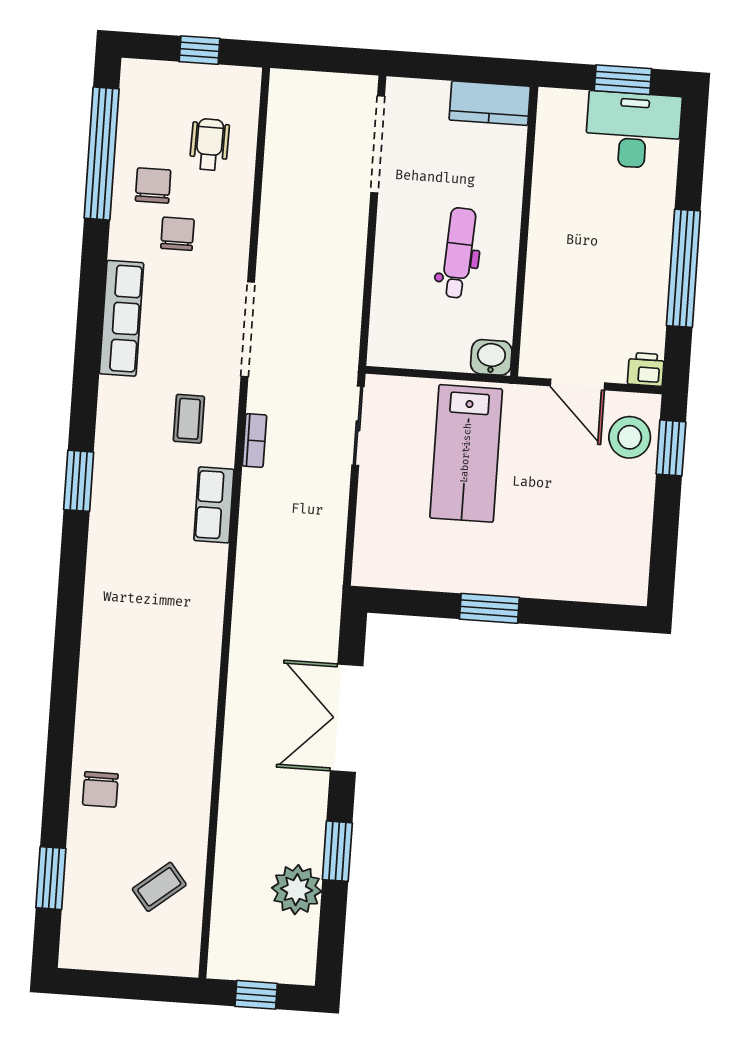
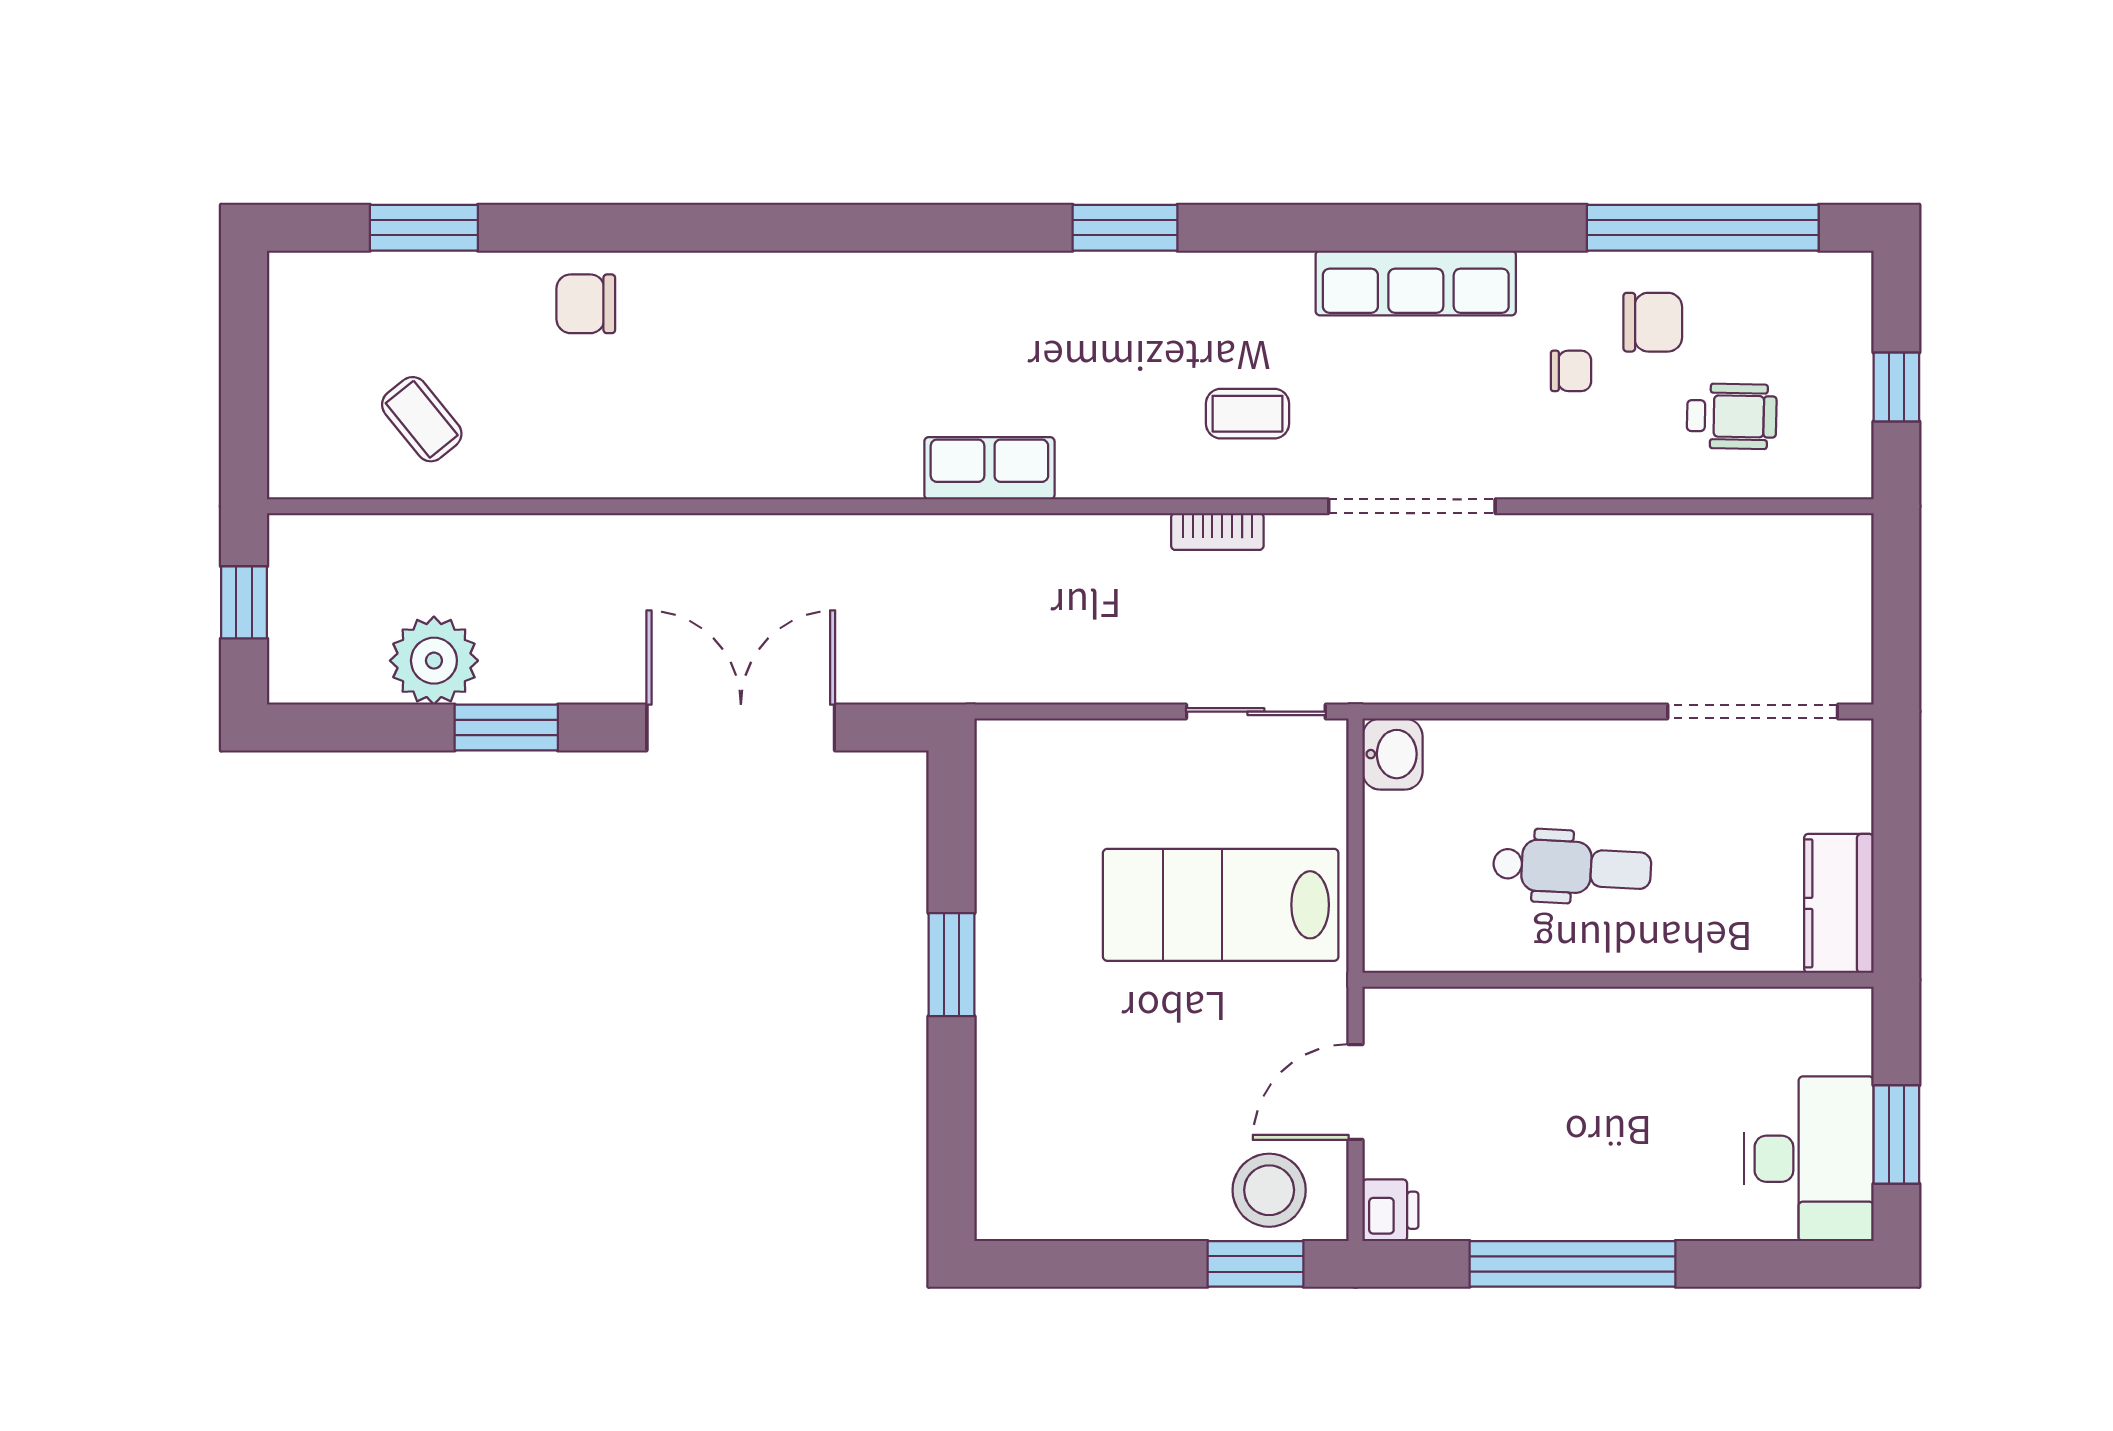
chair: (177, 234) -> (1571, 371), width x0.73, depth x0.73
washbasin: (491, 357) -> (1392, 754), moved
row of seats: (214, 505) -> (989, 468), moved

